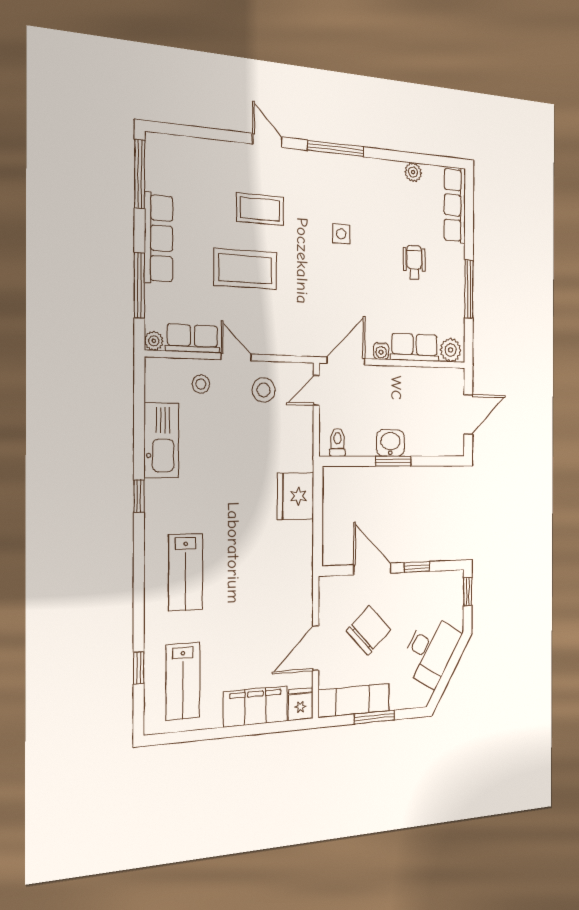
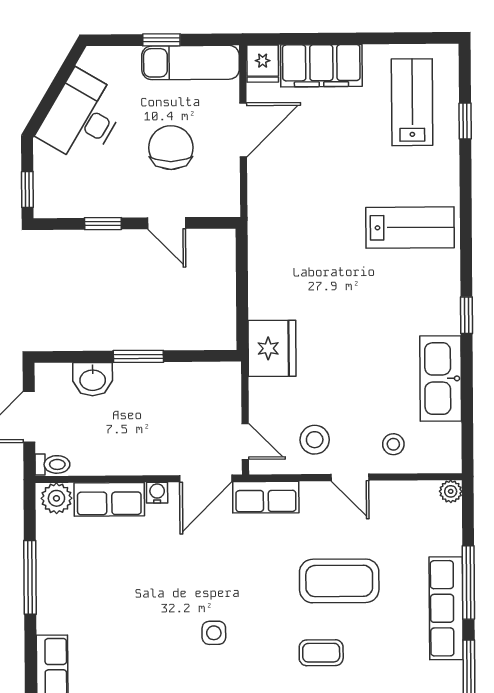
coffee table: (260, 209) -> (321, 653), width x0.73, depth x0.77
wheelchair: (414, 262) -> (111, 606), removed
window: (139, 285) -> (468, 582), moved
row of seats: (192, 338) -> (266, 497), moved
door: (316, 390) -> (245, 441), hinge flipped
toilet: (338, 442) -> (52, 464), moved, turned -90
washbasin: (390, 443) -> (93, 379), moved
fridge: (296, 496) -> (272, 348), moved
door: (372, 569) -> (167, 223), width x0.73
lab bench: (186, 572) -> (410, 228), turned 90
chair: (369, 630) -> (171, 148), turned 133
window: (375, 717) -> (161, 40), width x0.67

